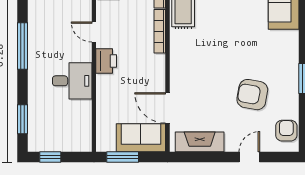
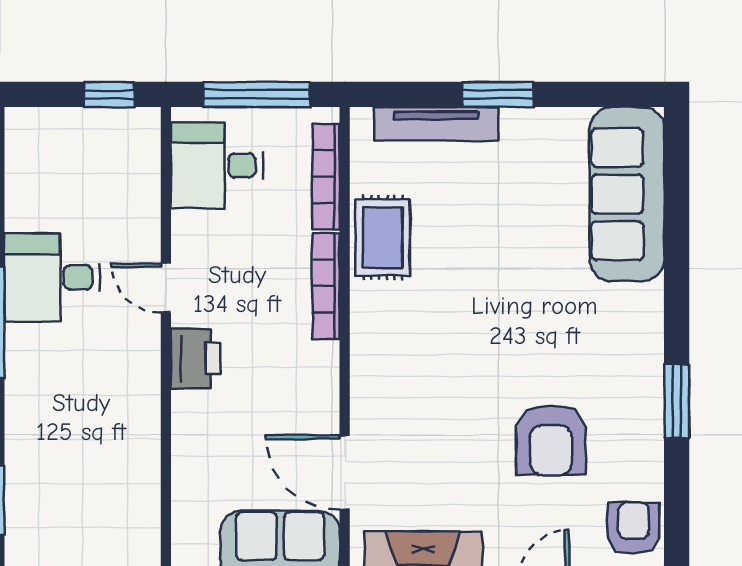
desk: (72, 81) -> (52, 277), moved, turned 180
armchair: (252, 95) -> (551, 440), turned -100

